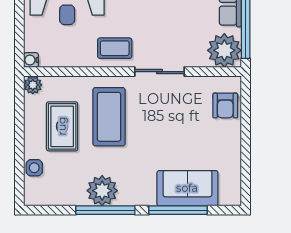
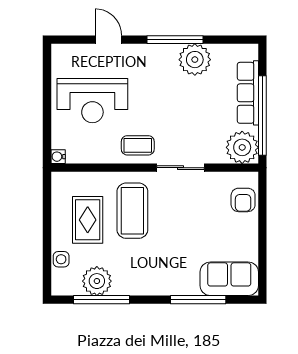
plant: (33, 85) -> (60, 180), removed
sofa: (187, 188) -> (229, 279), moved
plant: (102, 191) -> (97, 281), moved
window: (105, 210) -> (102, 300), moved

